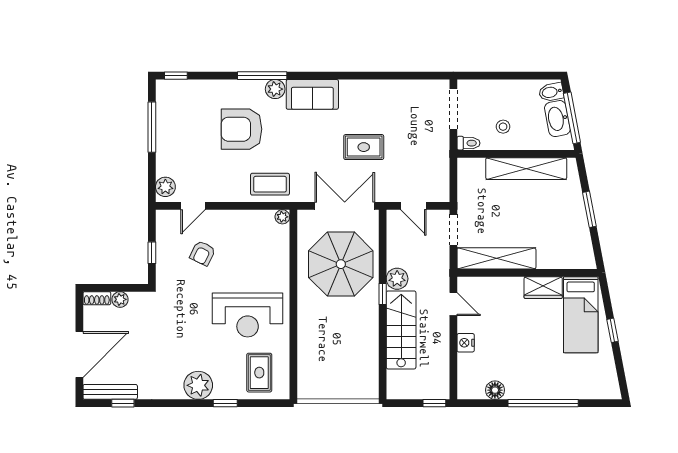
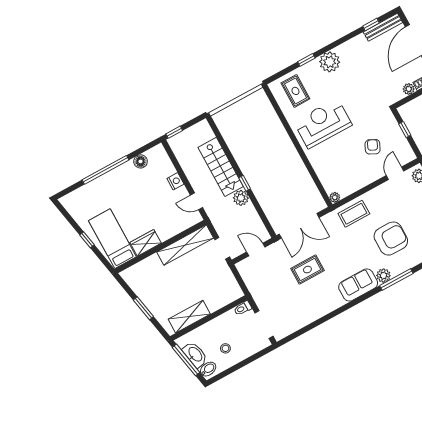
stool: (503, 127) -> (225, 348), moved
shelving: (526, 169) -> (189, 317), width x0.68
parasol: (341, 264) -> (281, 188), removed

